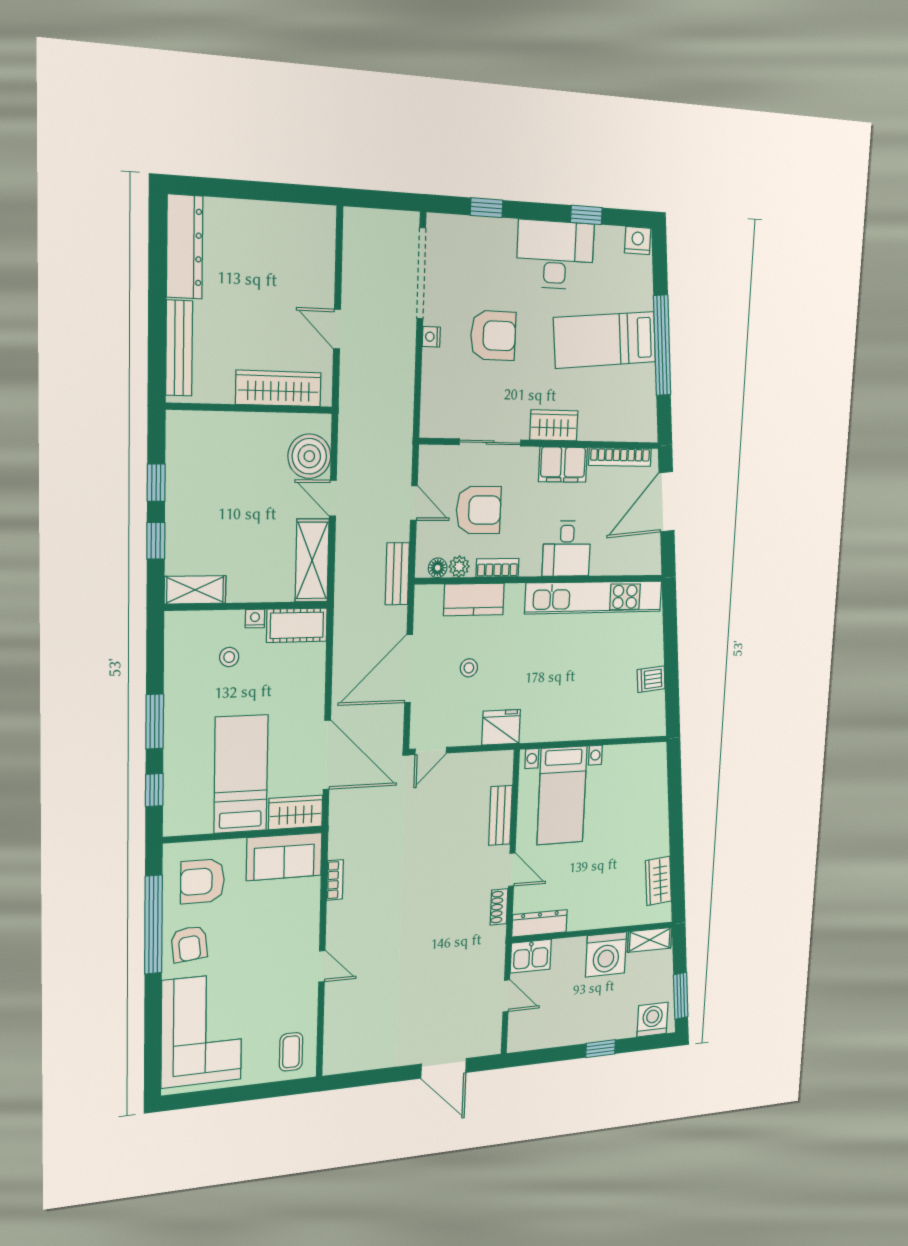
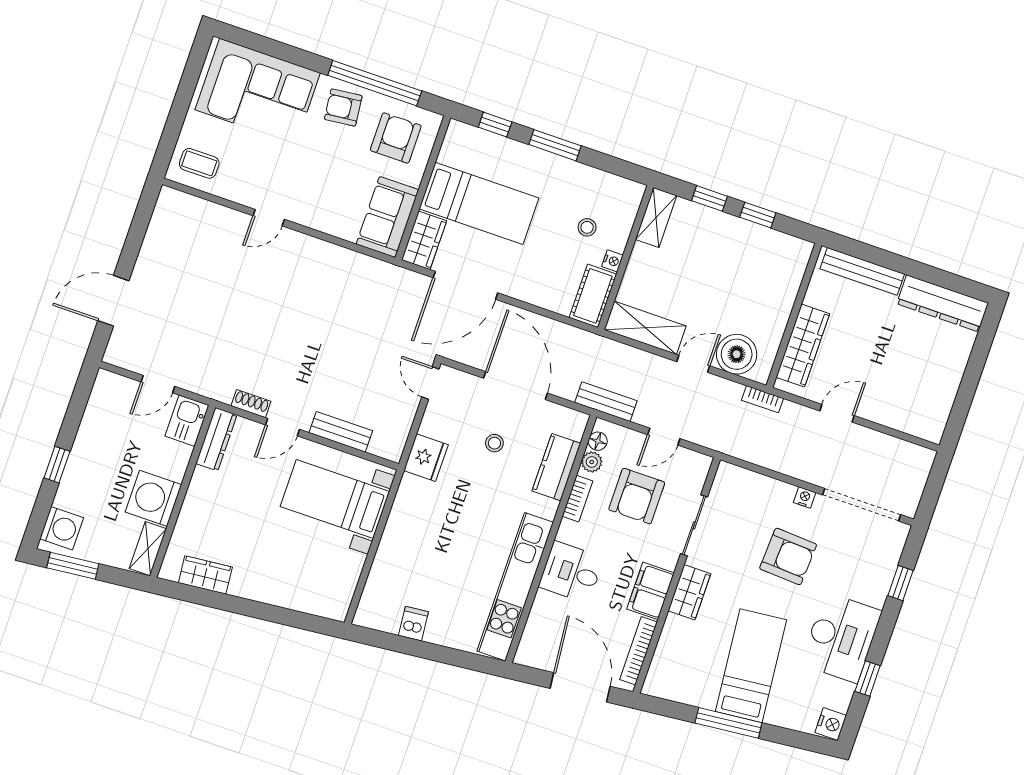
armchair: (493, 335) -> (788, 556), turned -87
window: (662, 345) -> (728, 723), width x0.68
bookcase: (335, 880) -> (763, 399), moved

